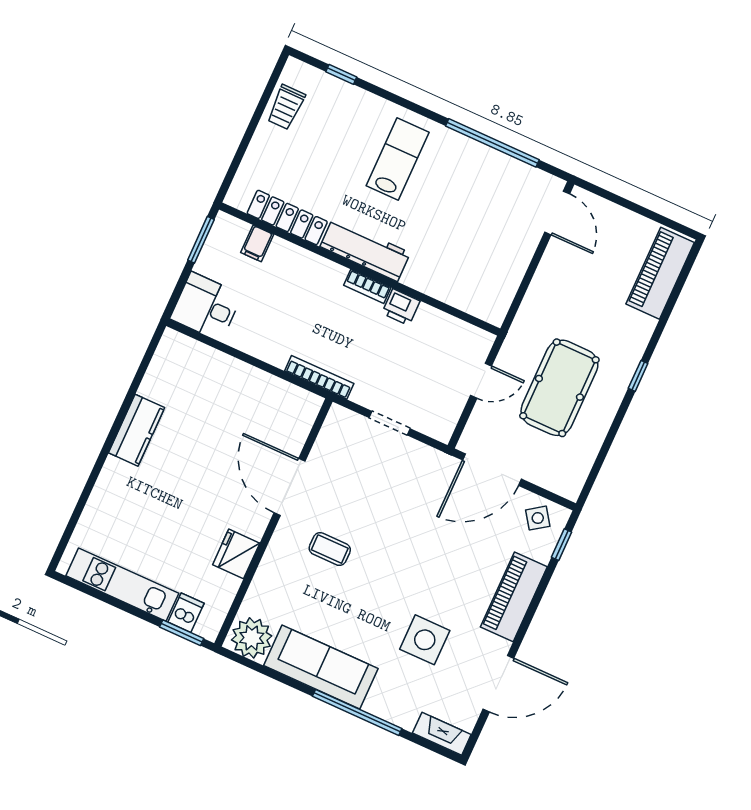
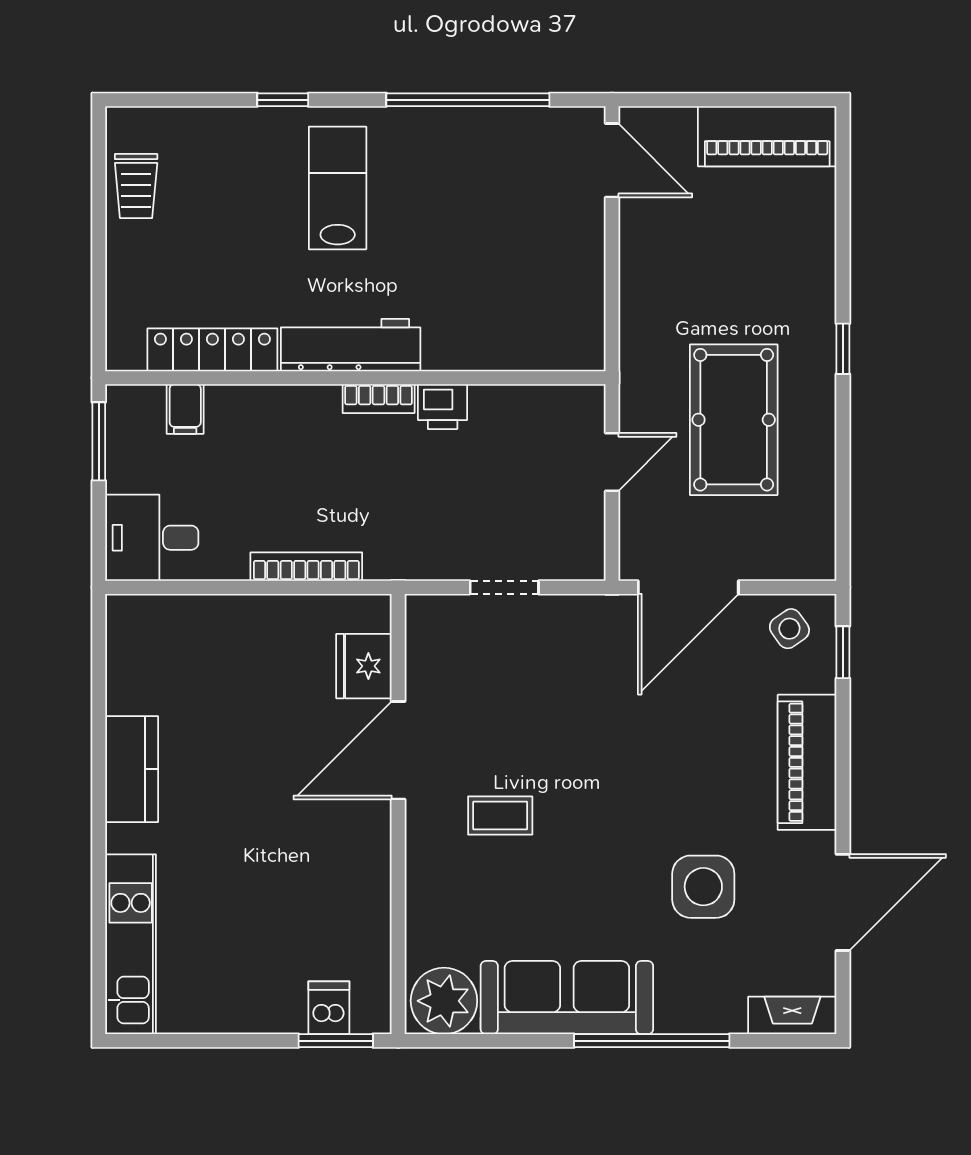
window: (341, 74) -> (283, 100), moved
piano: (660, 273) -> (767, 136), moved, turned -90
bookcase: (319, 377) -> (306, 567), moved
door: (289, 487) -> (398, 750), hinge flipped
fridge: (236, 554) -> (364, 666), moved
kitchen unit: (122, 585) -> (131, 944), moved, turned 90

